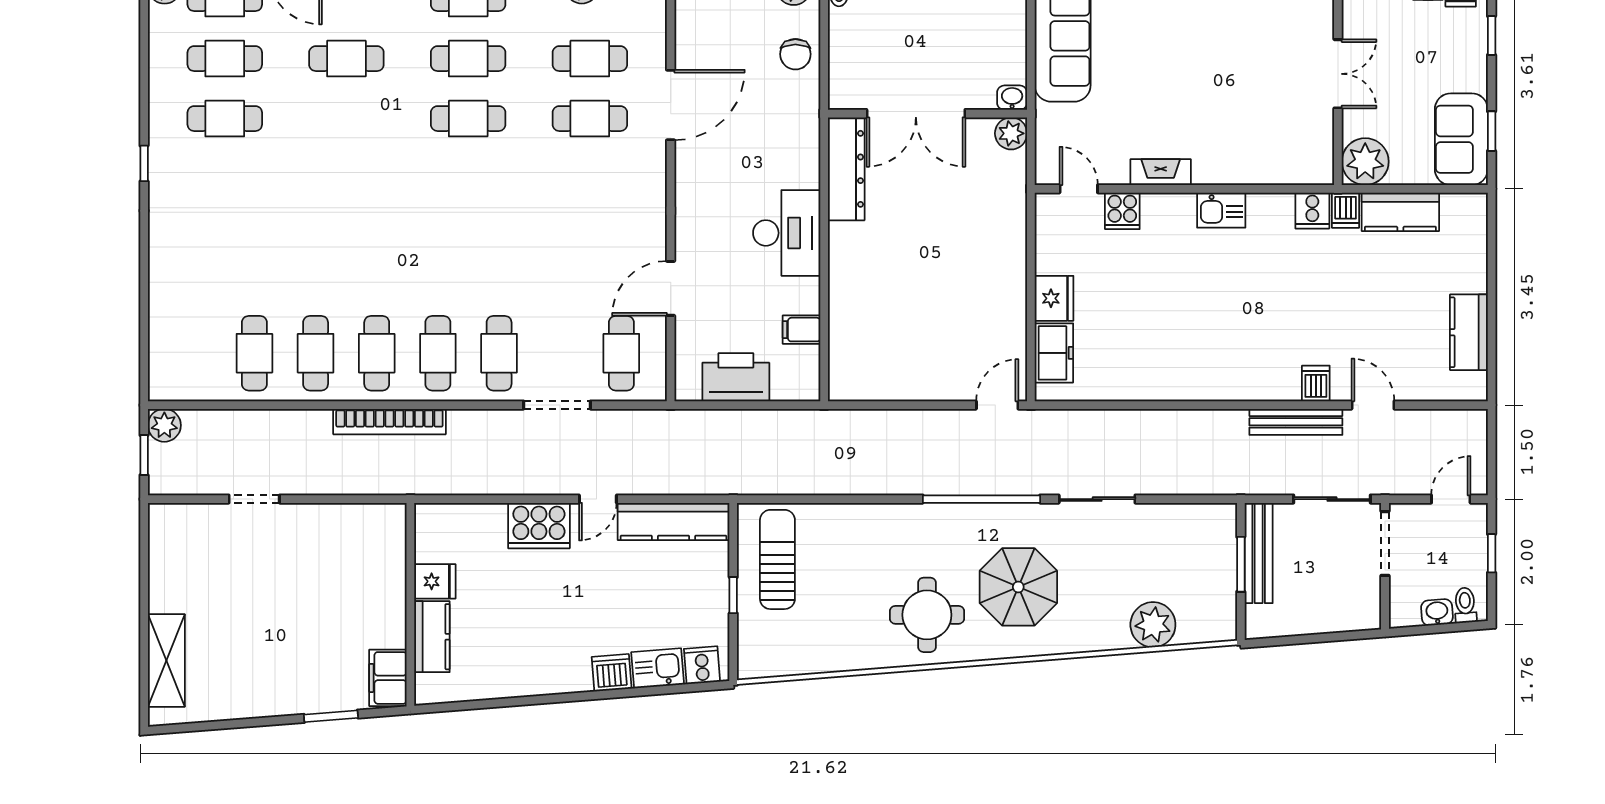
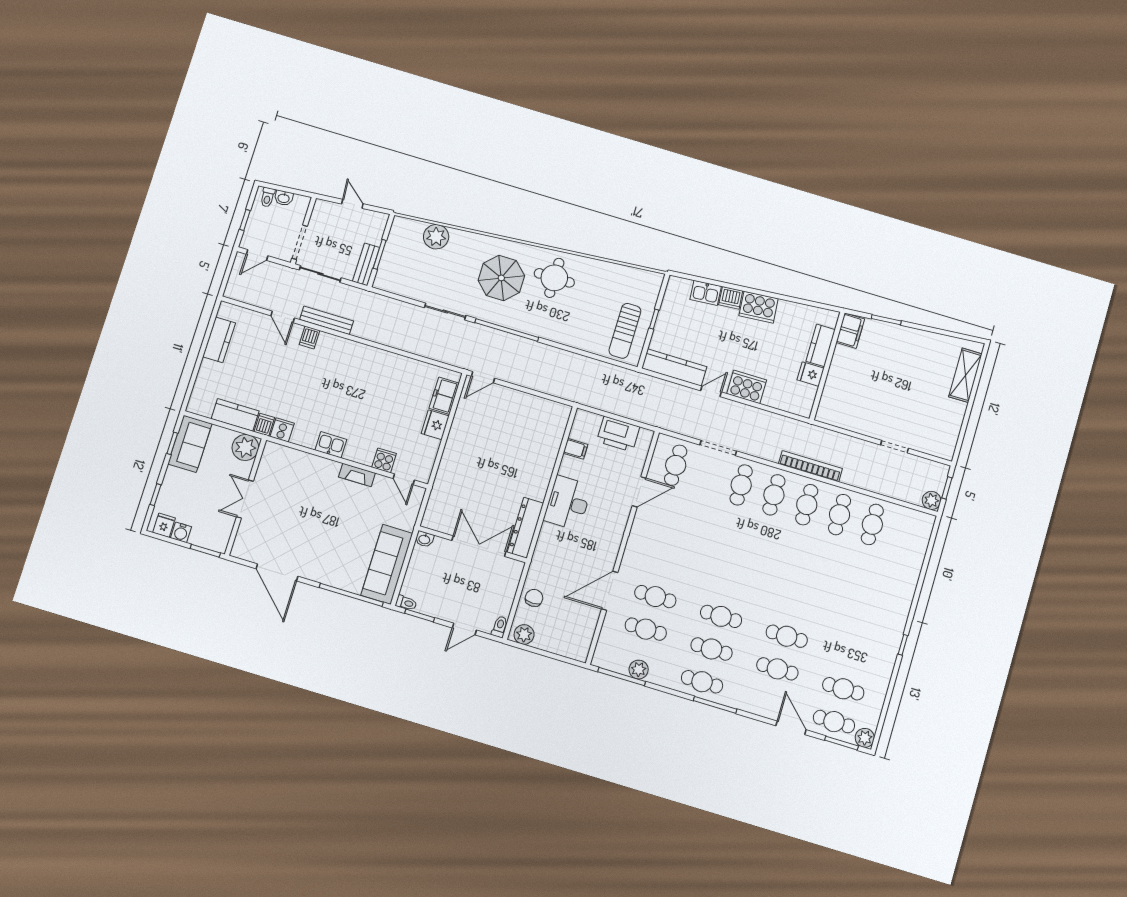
cafe table: (225, 119) -> (787, 636), moved
plant: (1011, 133) -> (431, 520), removed
bench: (1259, 553) -> (366, 264), width x0.73
door: (1315, 638) -> (352, 204), added
cooker: (702, 665) -> (759, 307), moved, width x1.87, depth x1.31

